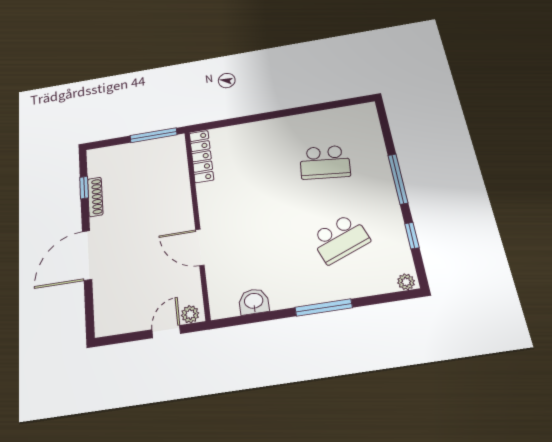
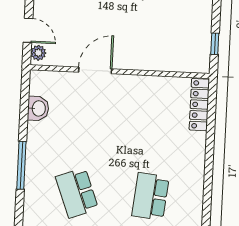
window: (153, 135) -> (215, 44), width x0.46
locker: (201, 156) -> (199, 105), moved, turned 90

